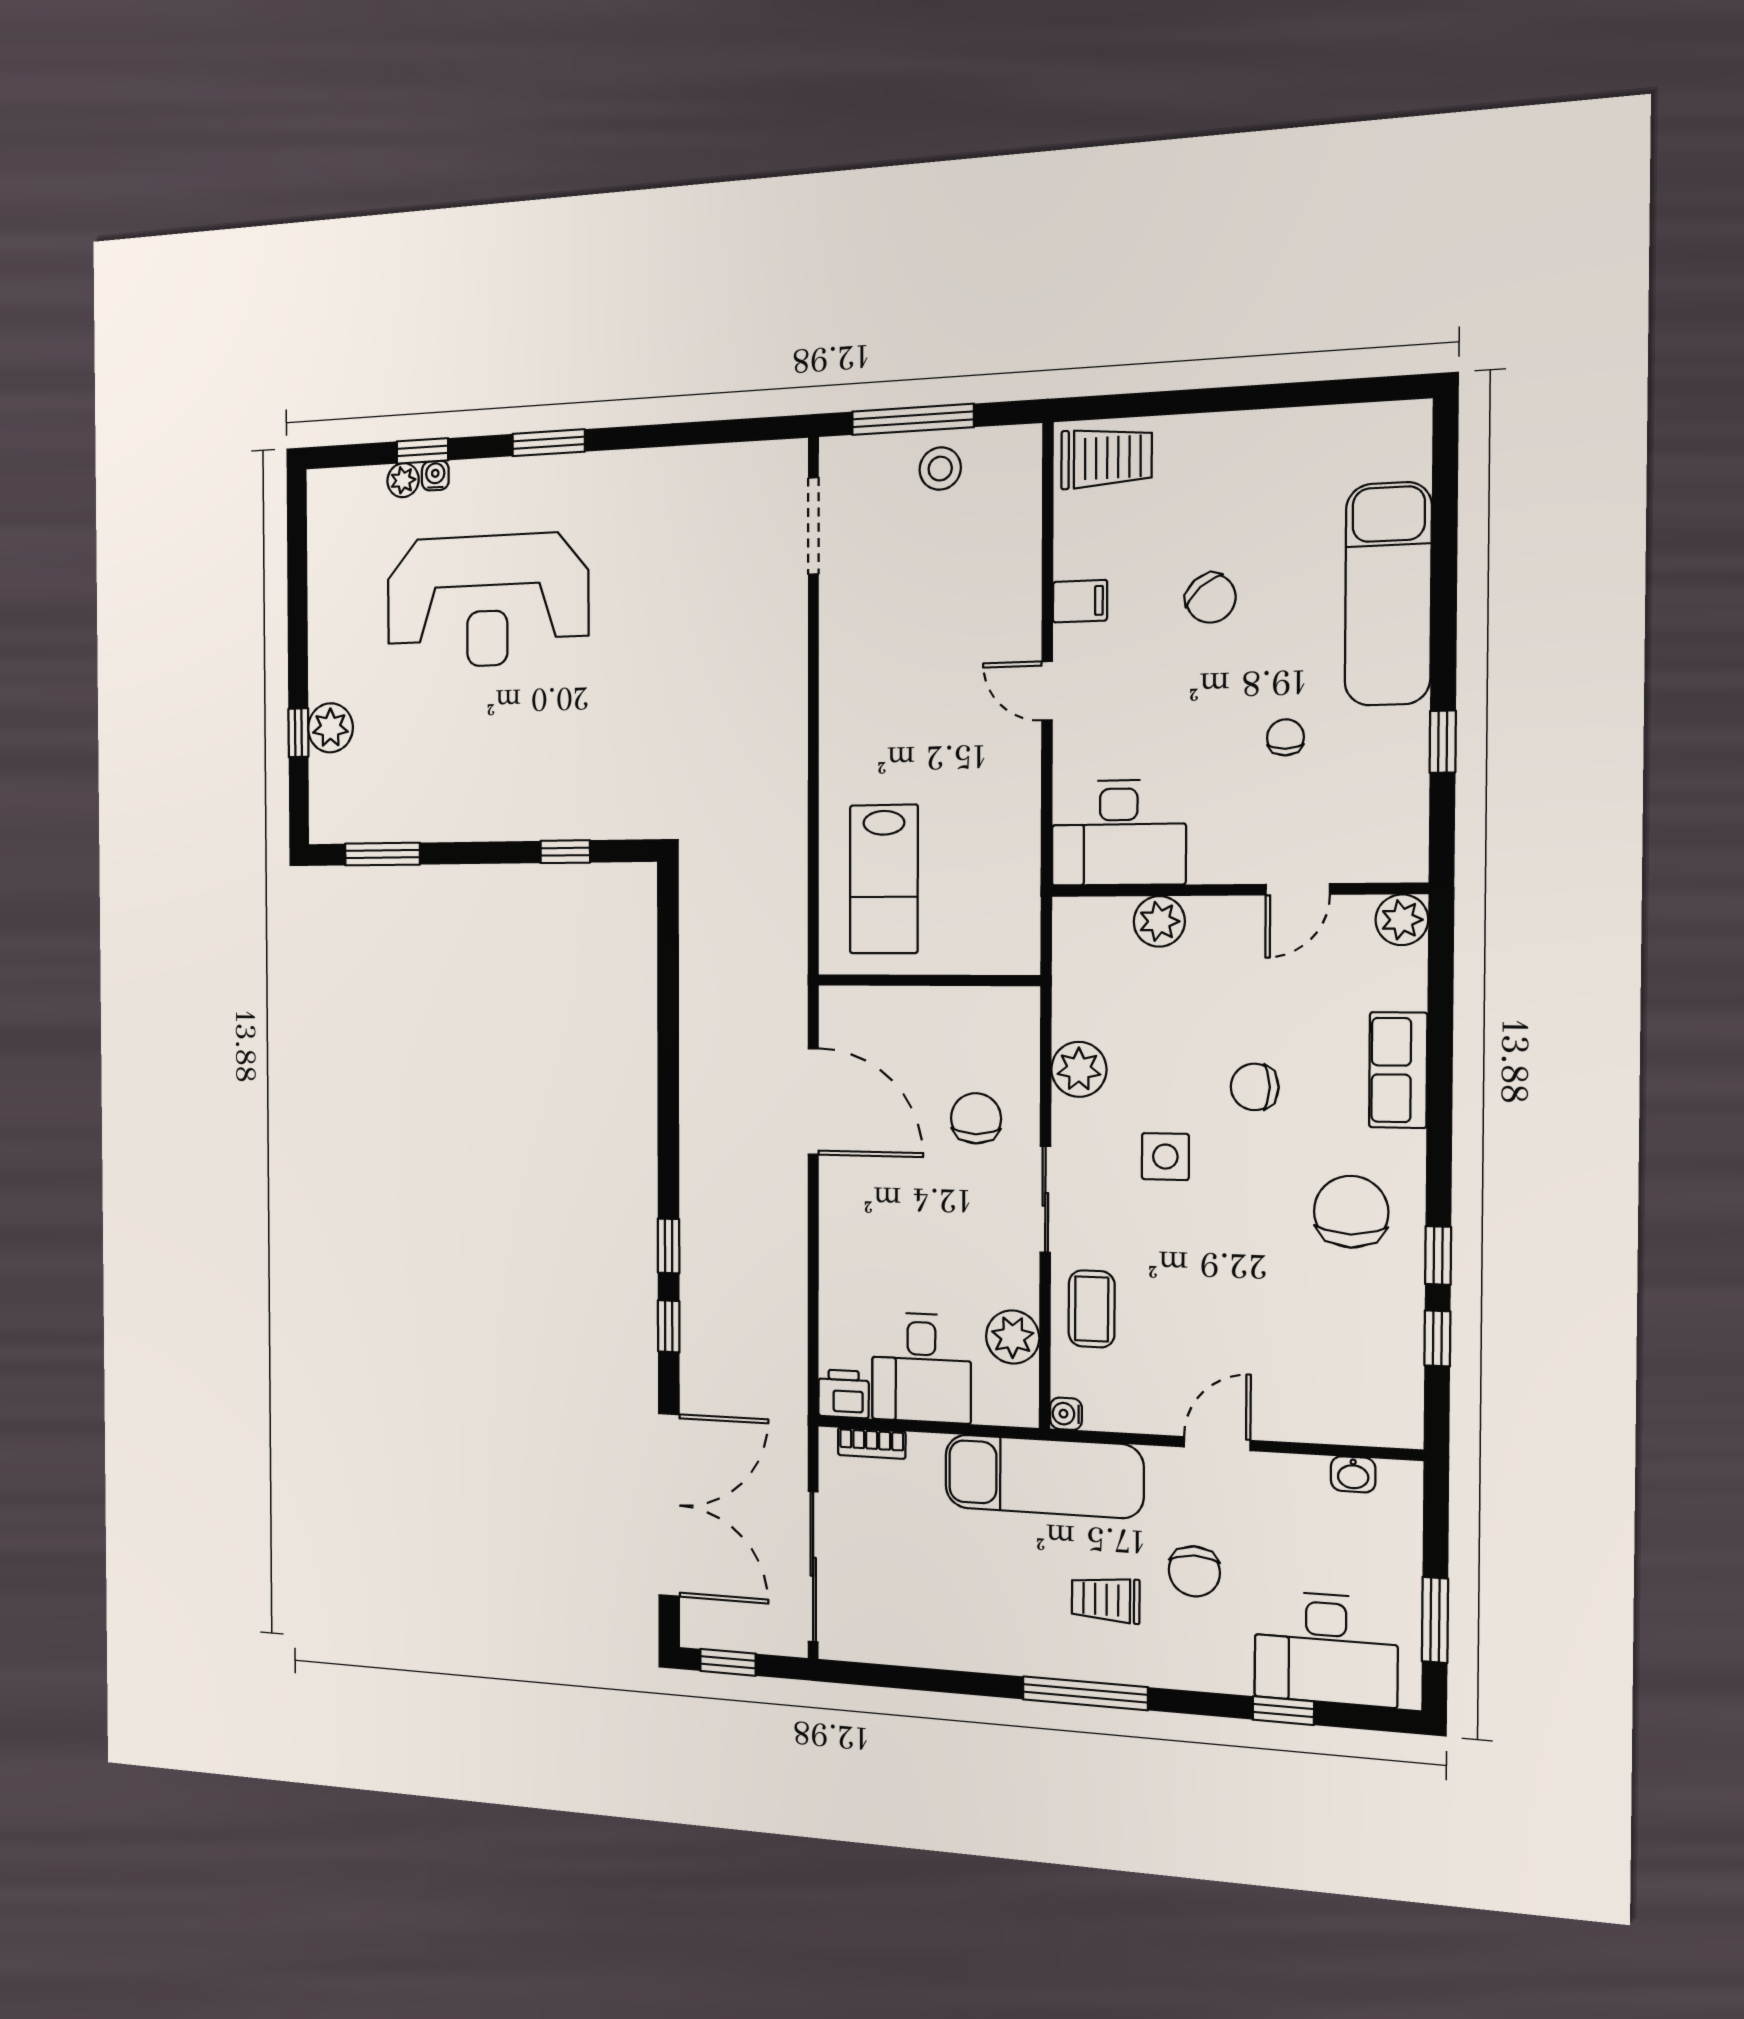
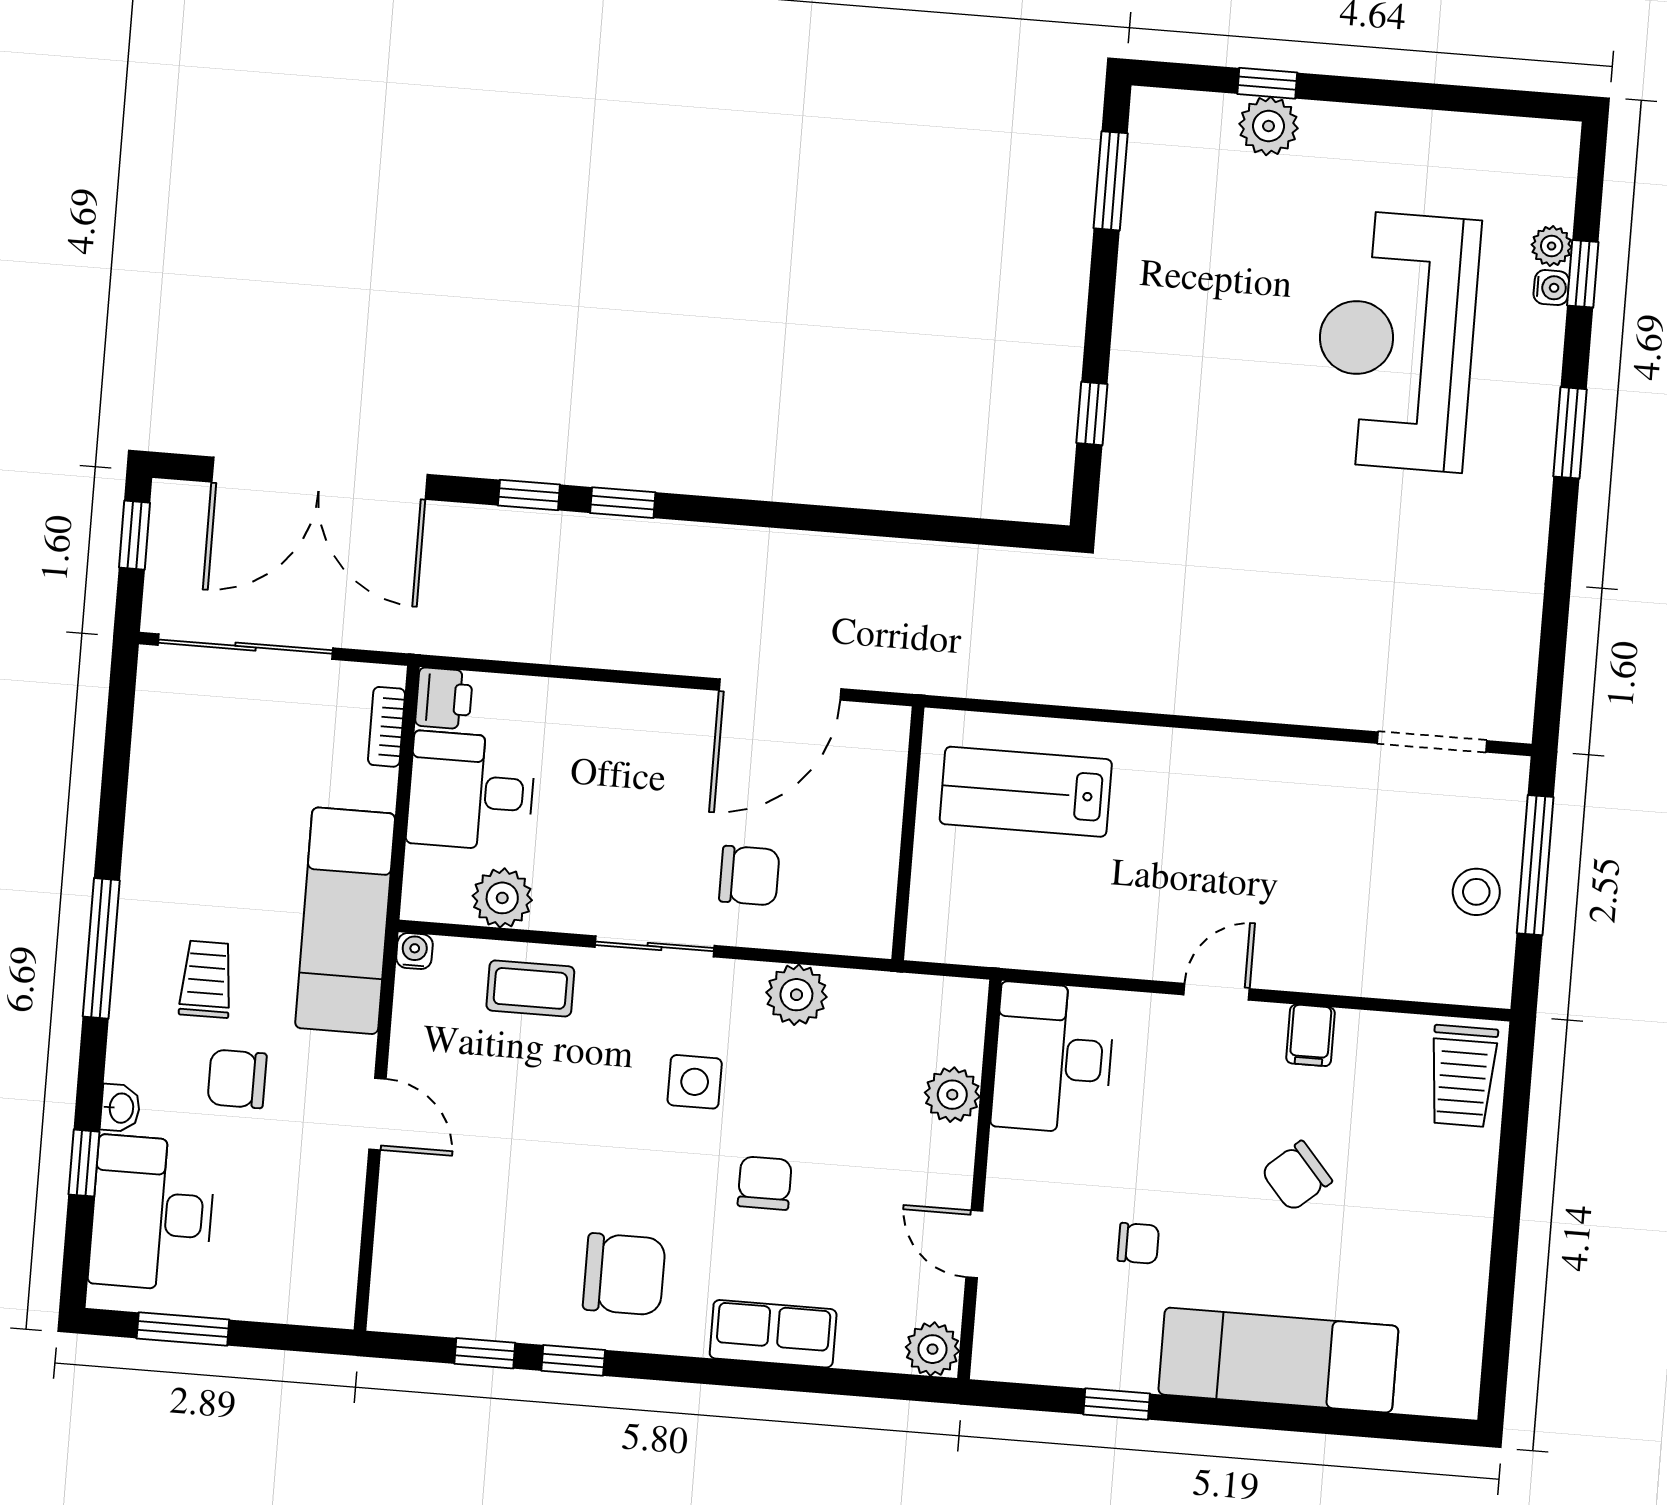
washbasin: (1353, 1474) -> (120, 1108), moved, turned 180

